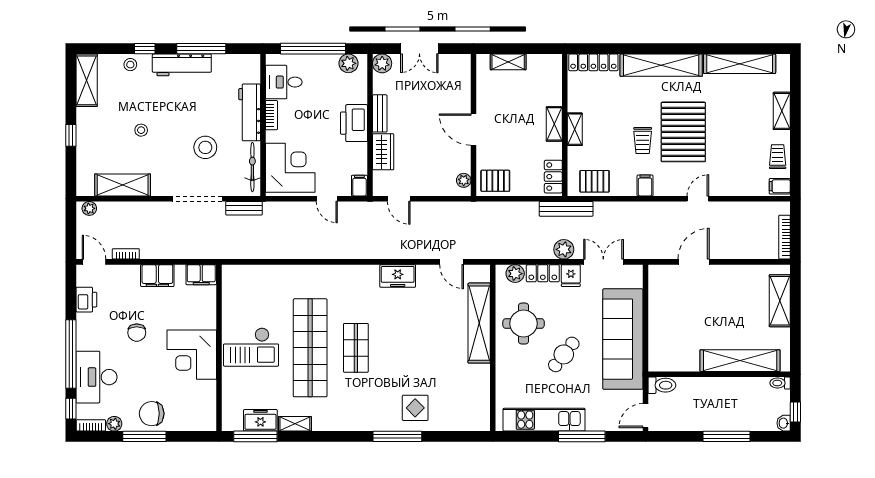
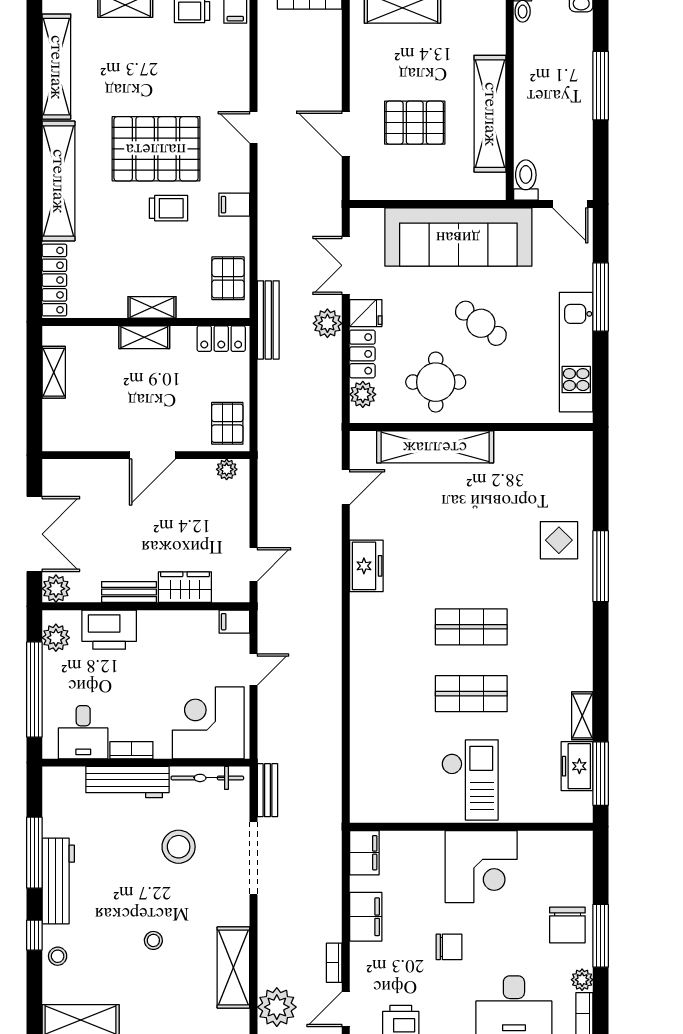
double door: (419, 49) -> (34, 534), width x1.37
shelving: (508, 62) -> (54, 372), moved
printer: (354, 123) -> (109, 630), moved
plant: (89, 208) -> (277, 1007), width x1.88, depth x1.88
pallet: (701, 309) -> (415, 123), added
shop shelf: (310, 348) -> (471, 694), width x0.50, depth x0.74
shelving: (740, 361) -> (490, 114), moved

